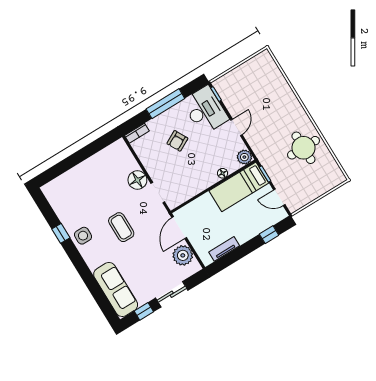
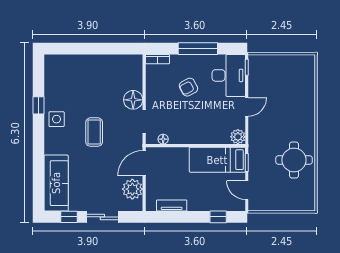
floor lamp: (223, 173) -> (163, 139), moved

